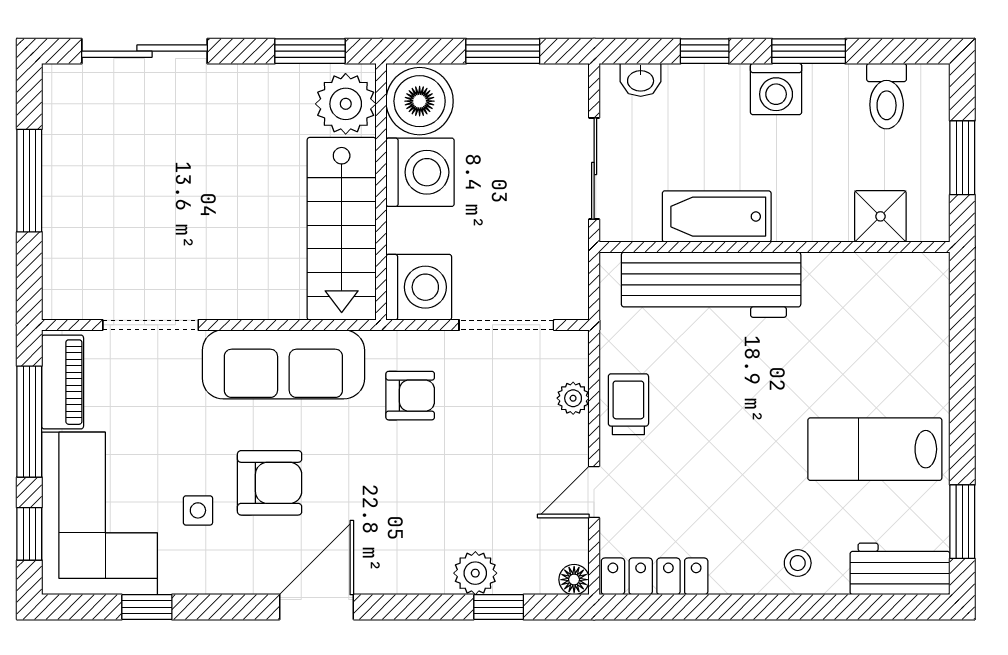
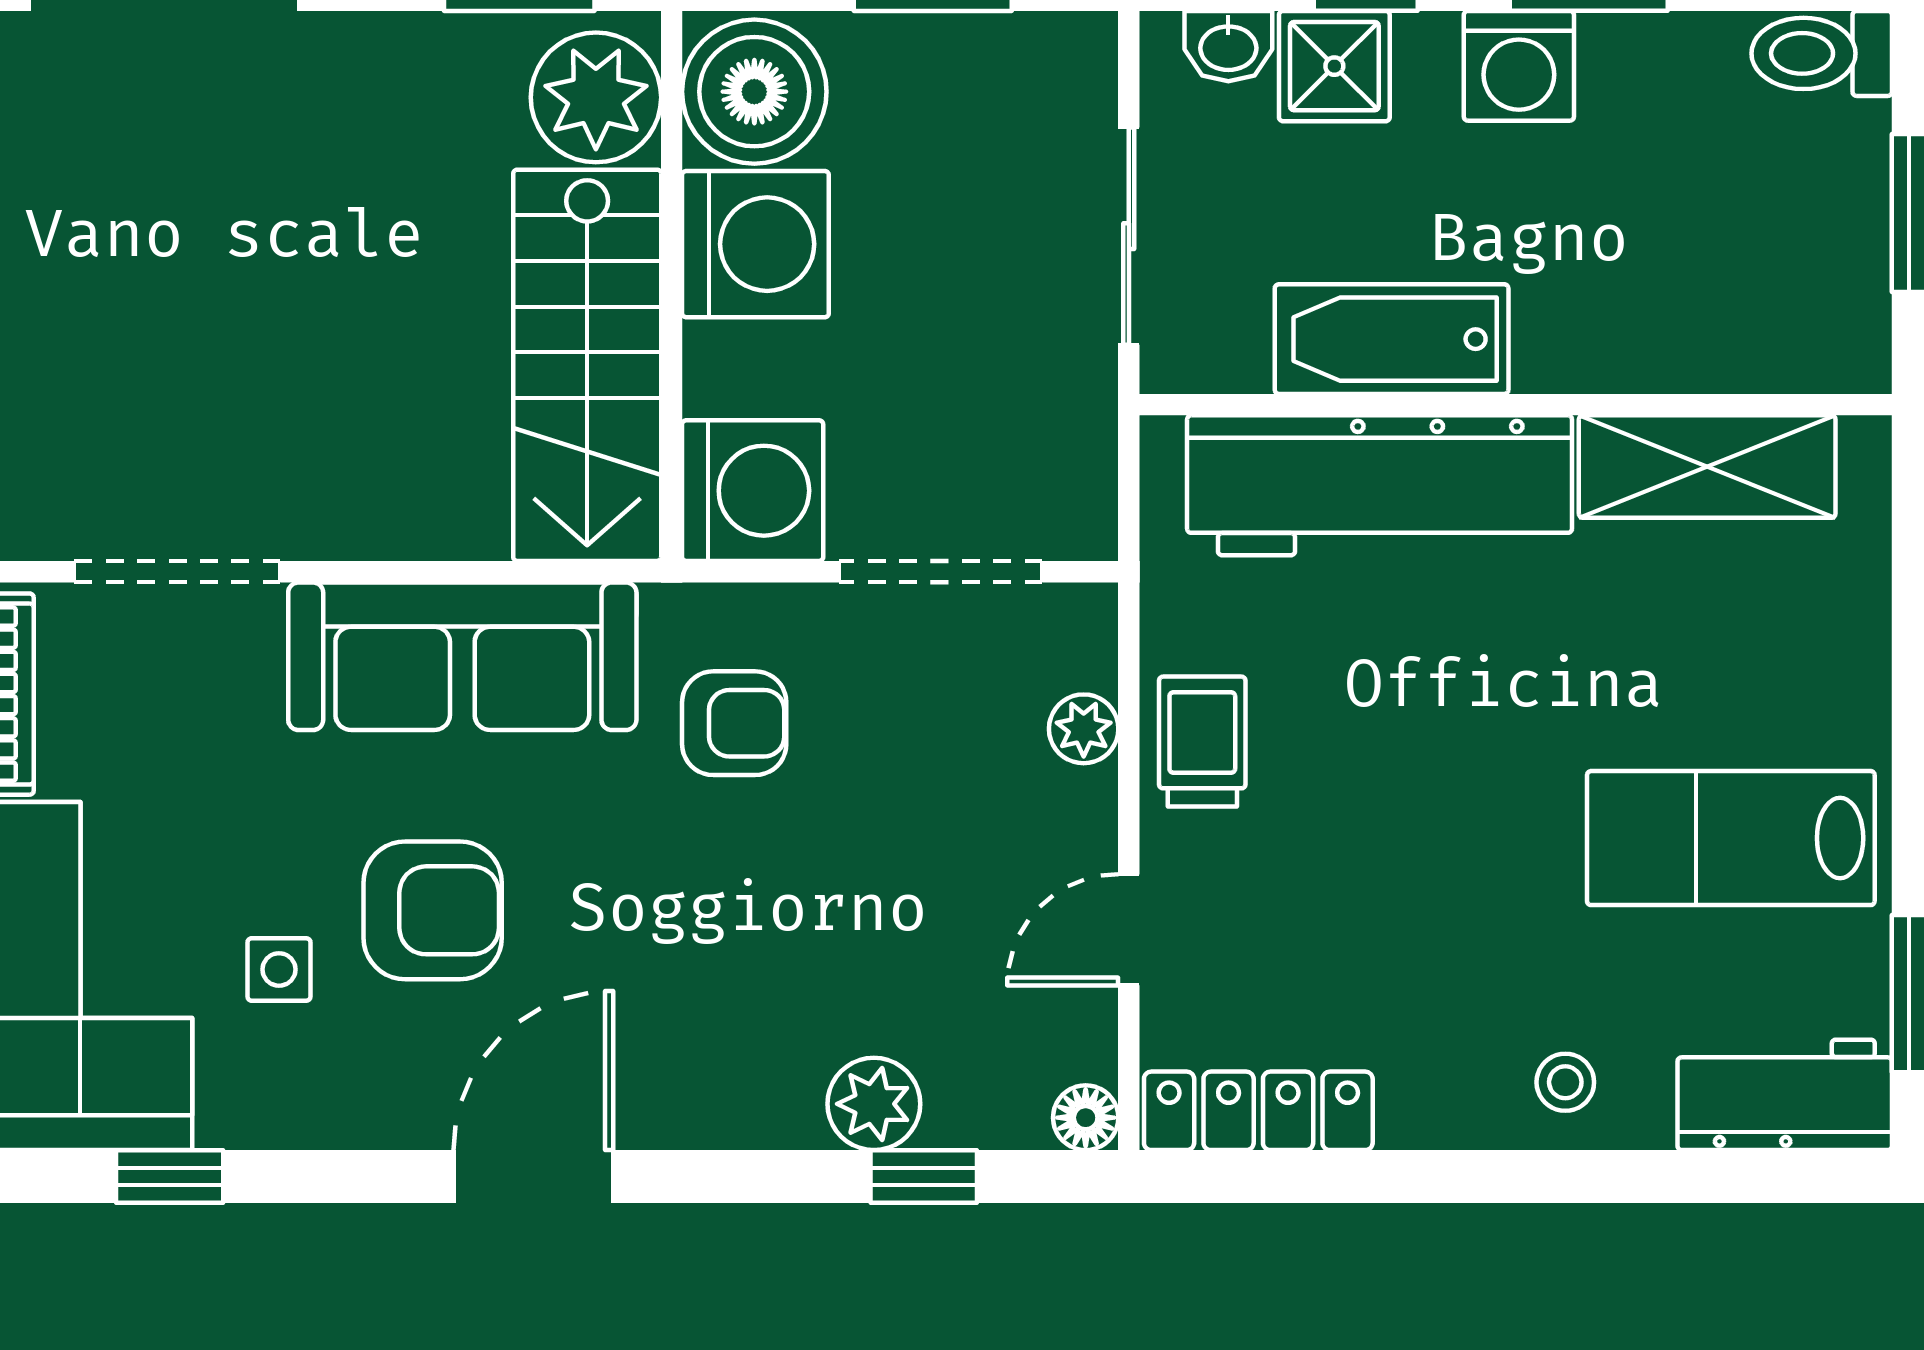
toilet: (887, 96) -> (1822, 53), moved, turned 90
shower: (880, 216) -> (1334, 66), moved
shelving: (864, 276) -> (1707, 467), added

